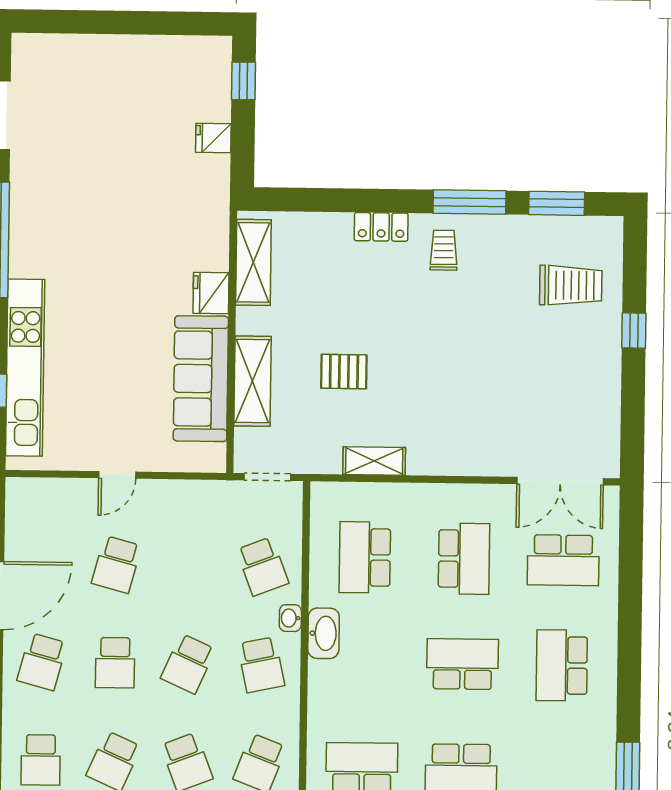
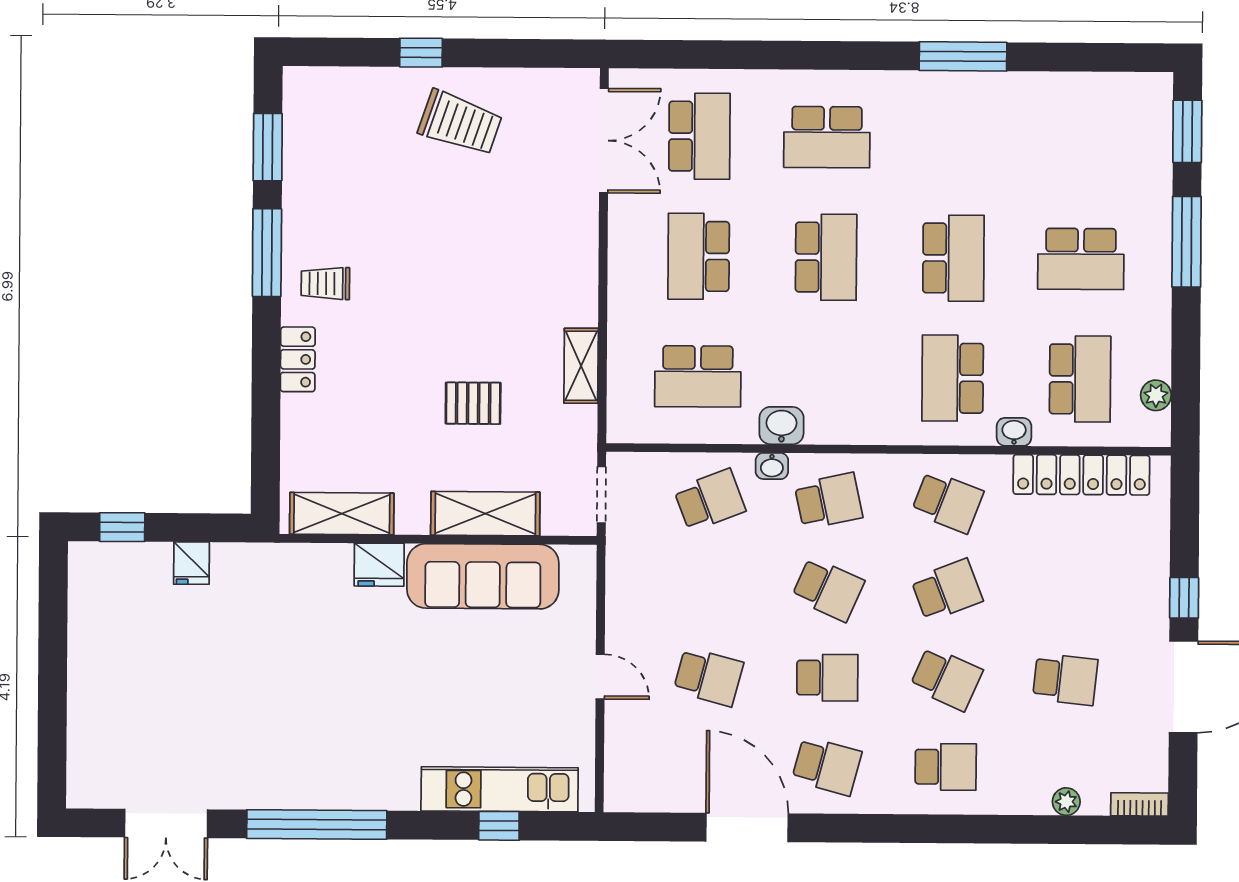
trolley: (571, 285) -> (460, 123), moved, turned 109
kitchen unit: (25, 368) -> (500, 789), width x0.73
pallet: (344, 372) -> (473, 403), turned 90
school desk: (464, 559) -> (699, 256), turned -90
washbasin: (324, 633) -> (781, 426), width x0.72
school desk: (463, 664) -> (826, 257), turned 180

